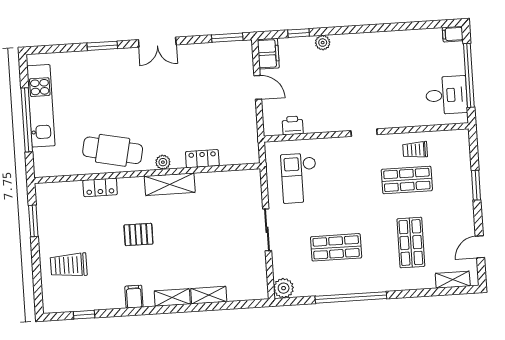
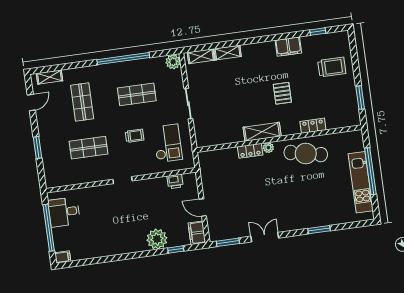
double door: (157, 42) -> (265, 237), moved
plant: (323, 43) -> (157, 239), width x1.87, depth x1.87
trolley: (415, 150) -> (135, 136), moved
locker: (202, 159) -> (250, 151), moved
pallet: (138, 234) -> (282, 93), turned 90
filing cabinet: (134, 297) -> (288, 47), width x2.00
shelving: (172, 298) -> (201, 56), moved

